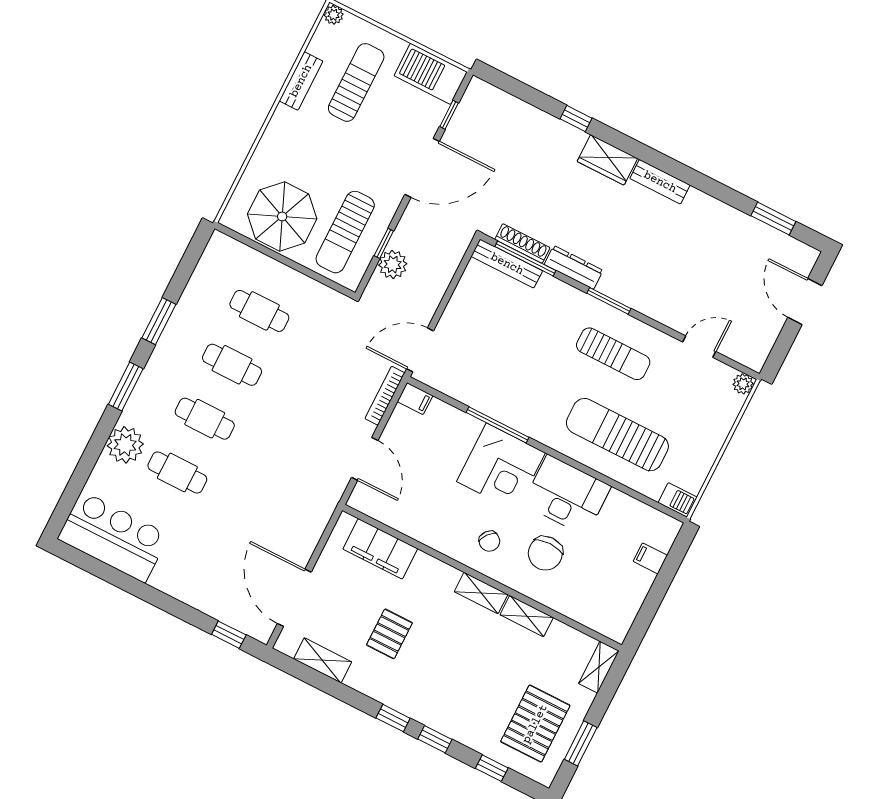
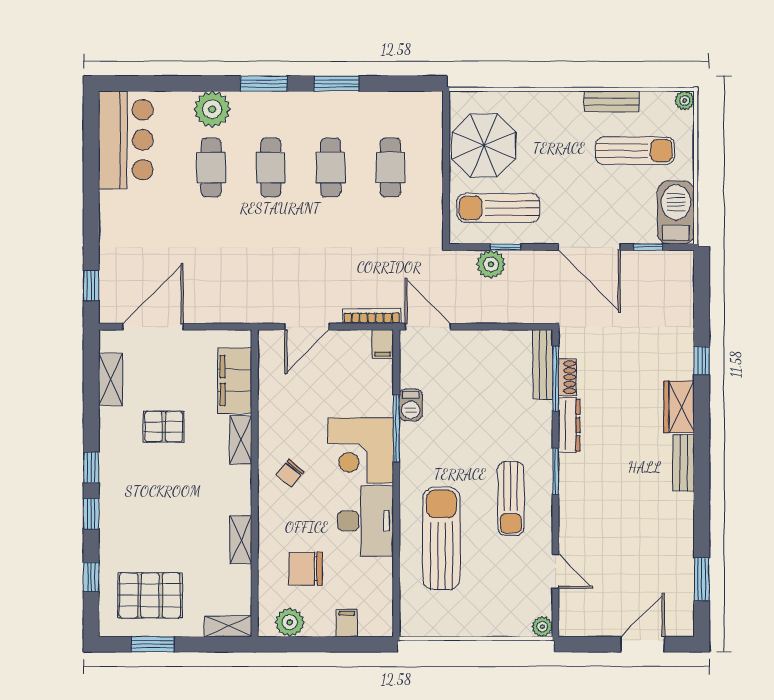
shoe rack: (522, 243) -> (567, 377), width x0.70
barbecue: (678, 500) -> (411, 405), moved
chair: (545, 553) -> (306, 569), moved
shelving: (481, 593) -> (241, 440), moved
plant: (624, 610) -> (290, 622), added

